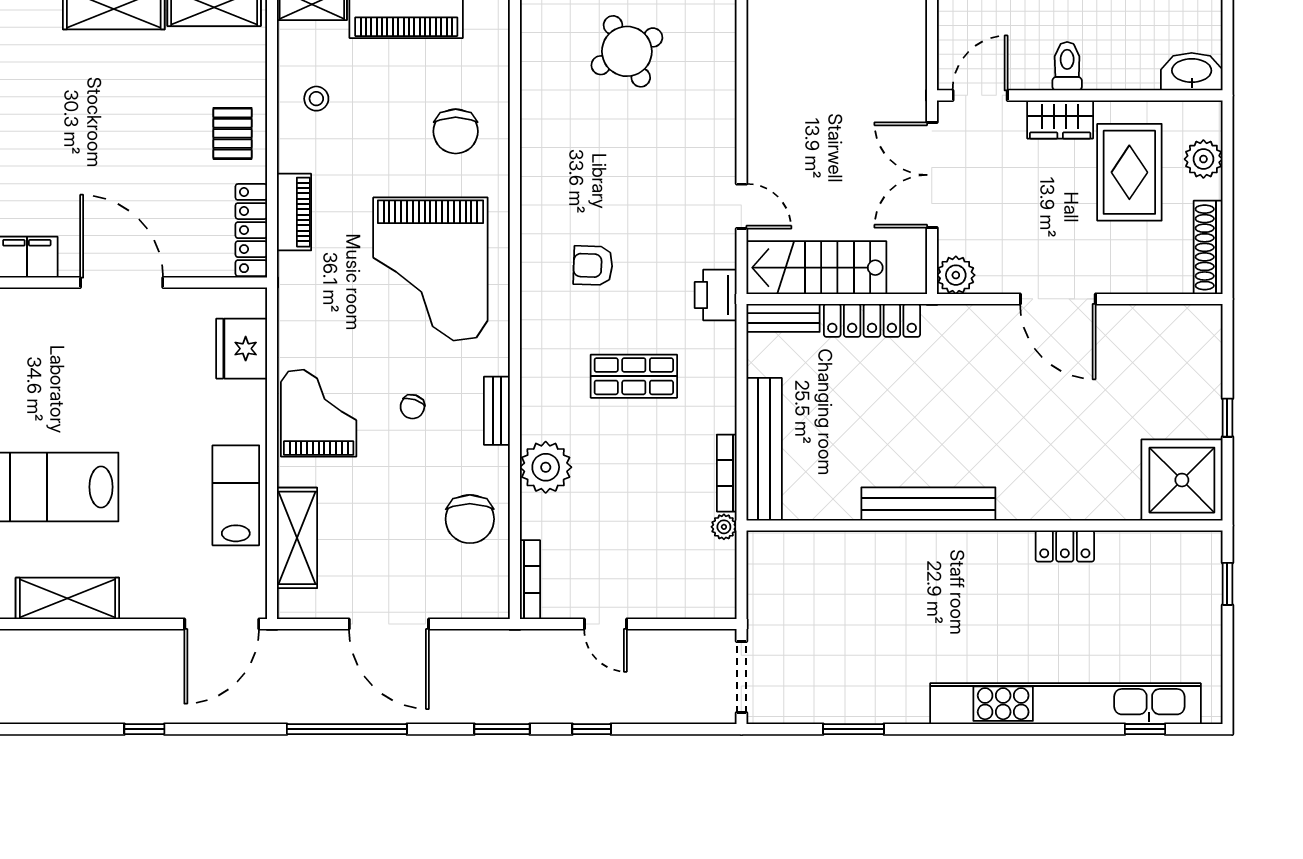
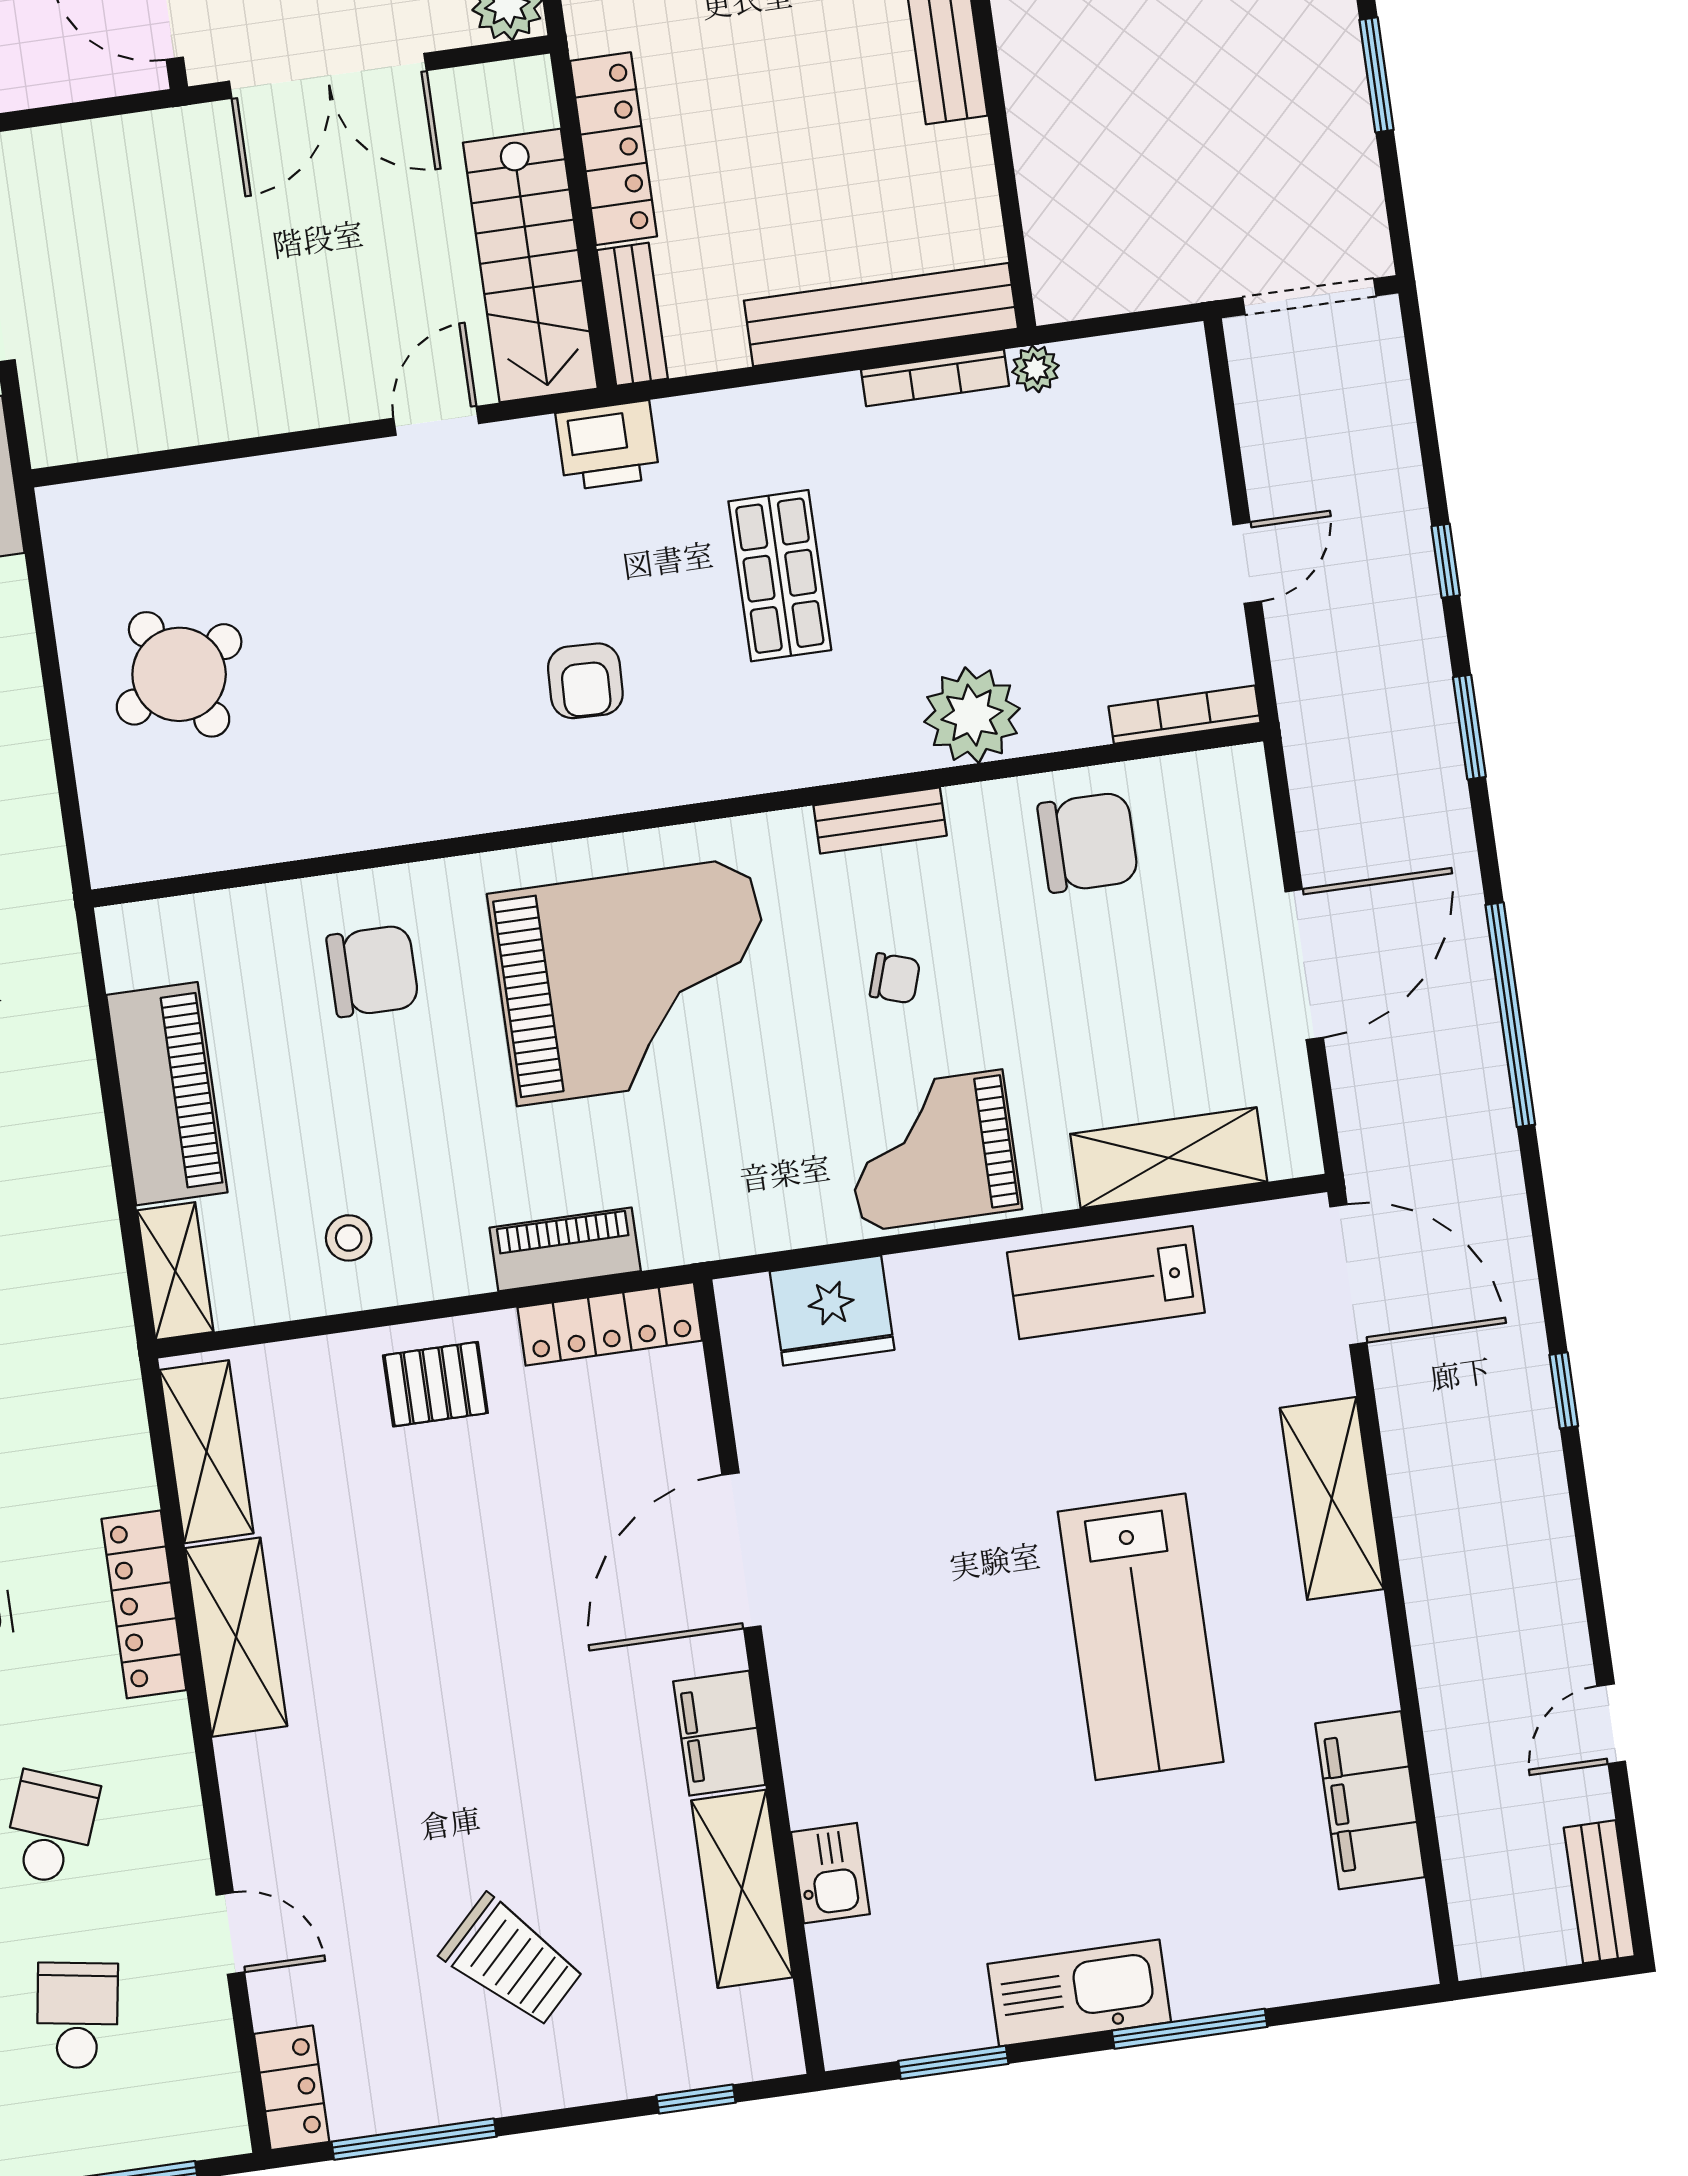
shelving: (67, 598) -> (1332, 1498), moved

